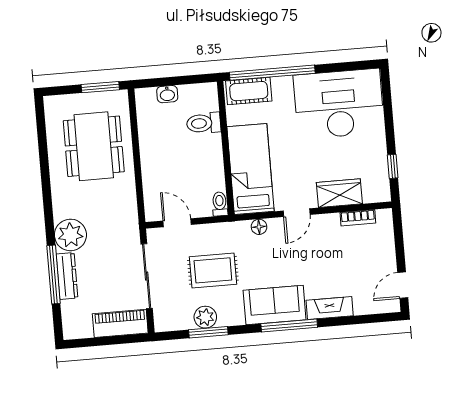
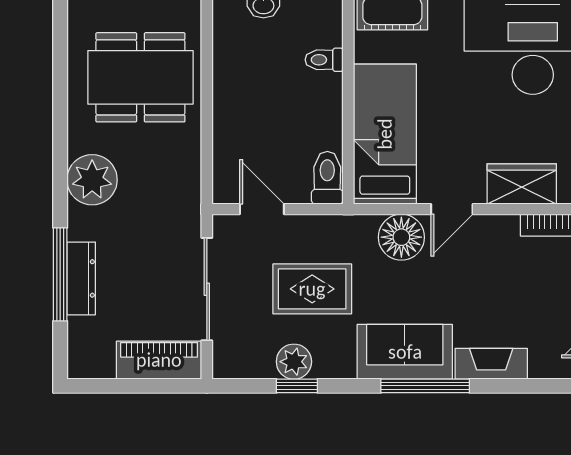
toilet: (204, 123) -> (324, 60), width x0.73, depth x0.72
dining table: (94, 146) -> (140, 77), turned 90
toilet: (220, 204) -> (327, 178), width x1.37, depth x1.39
floor lamp: (259, 227) -> (401, 237), width x1.89, depth x1.89
plant: (70, 235) -> (92, 180), moved
window: (208, 332) -> (297, 386), width x0.67

